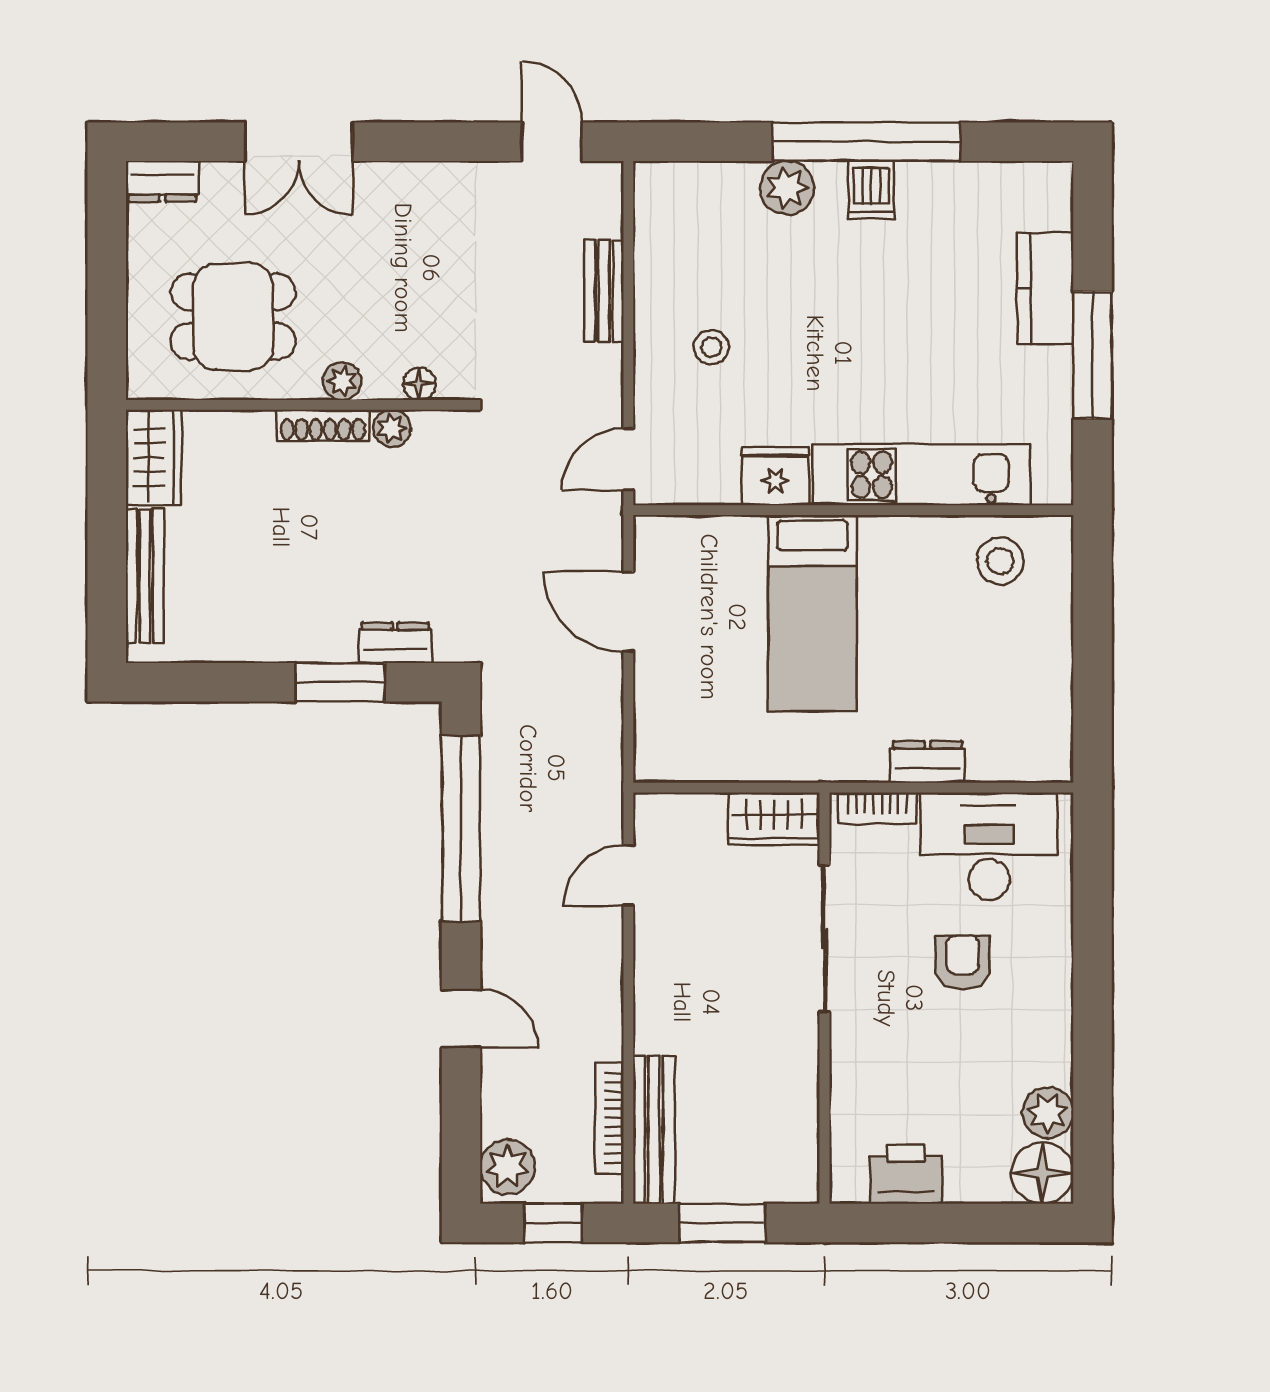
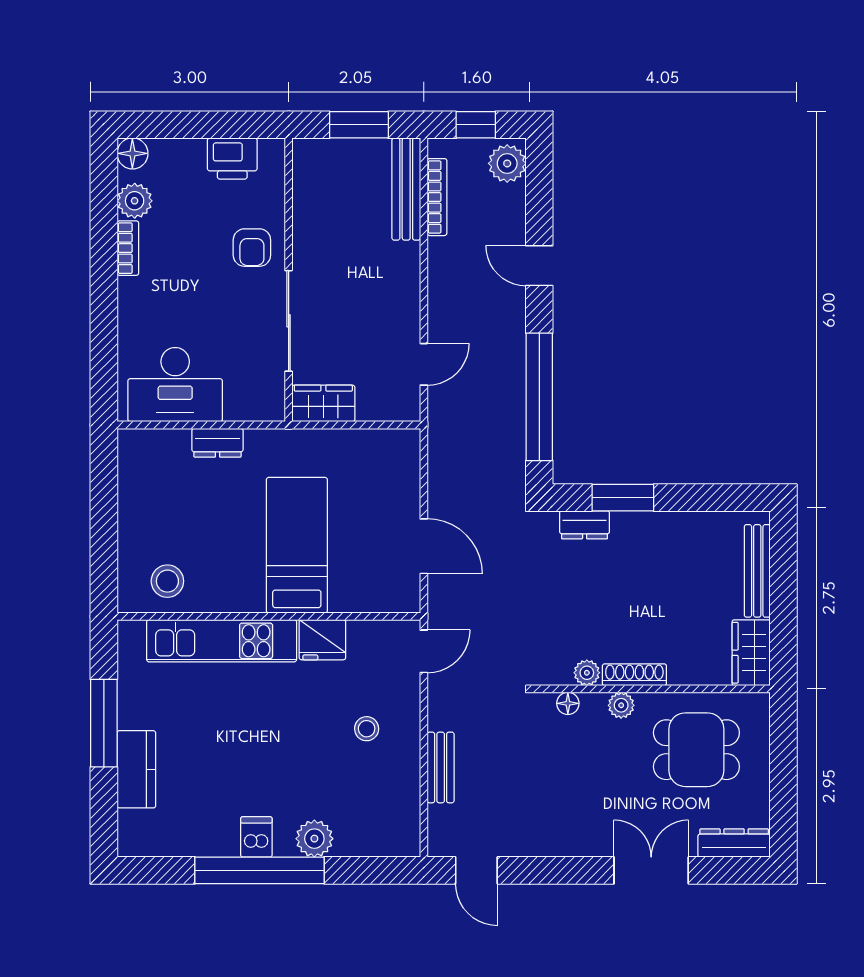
dresser: (162, 181) -> (734, 843), width x1.44
bookcase: (877, 808) -> (128, 248), moved, turned 90
armchair: (963, 963) -> (252, 248), moved
floor lamp: (1042, 1173) -> (132, 153), width x0.73, depth x0.73

